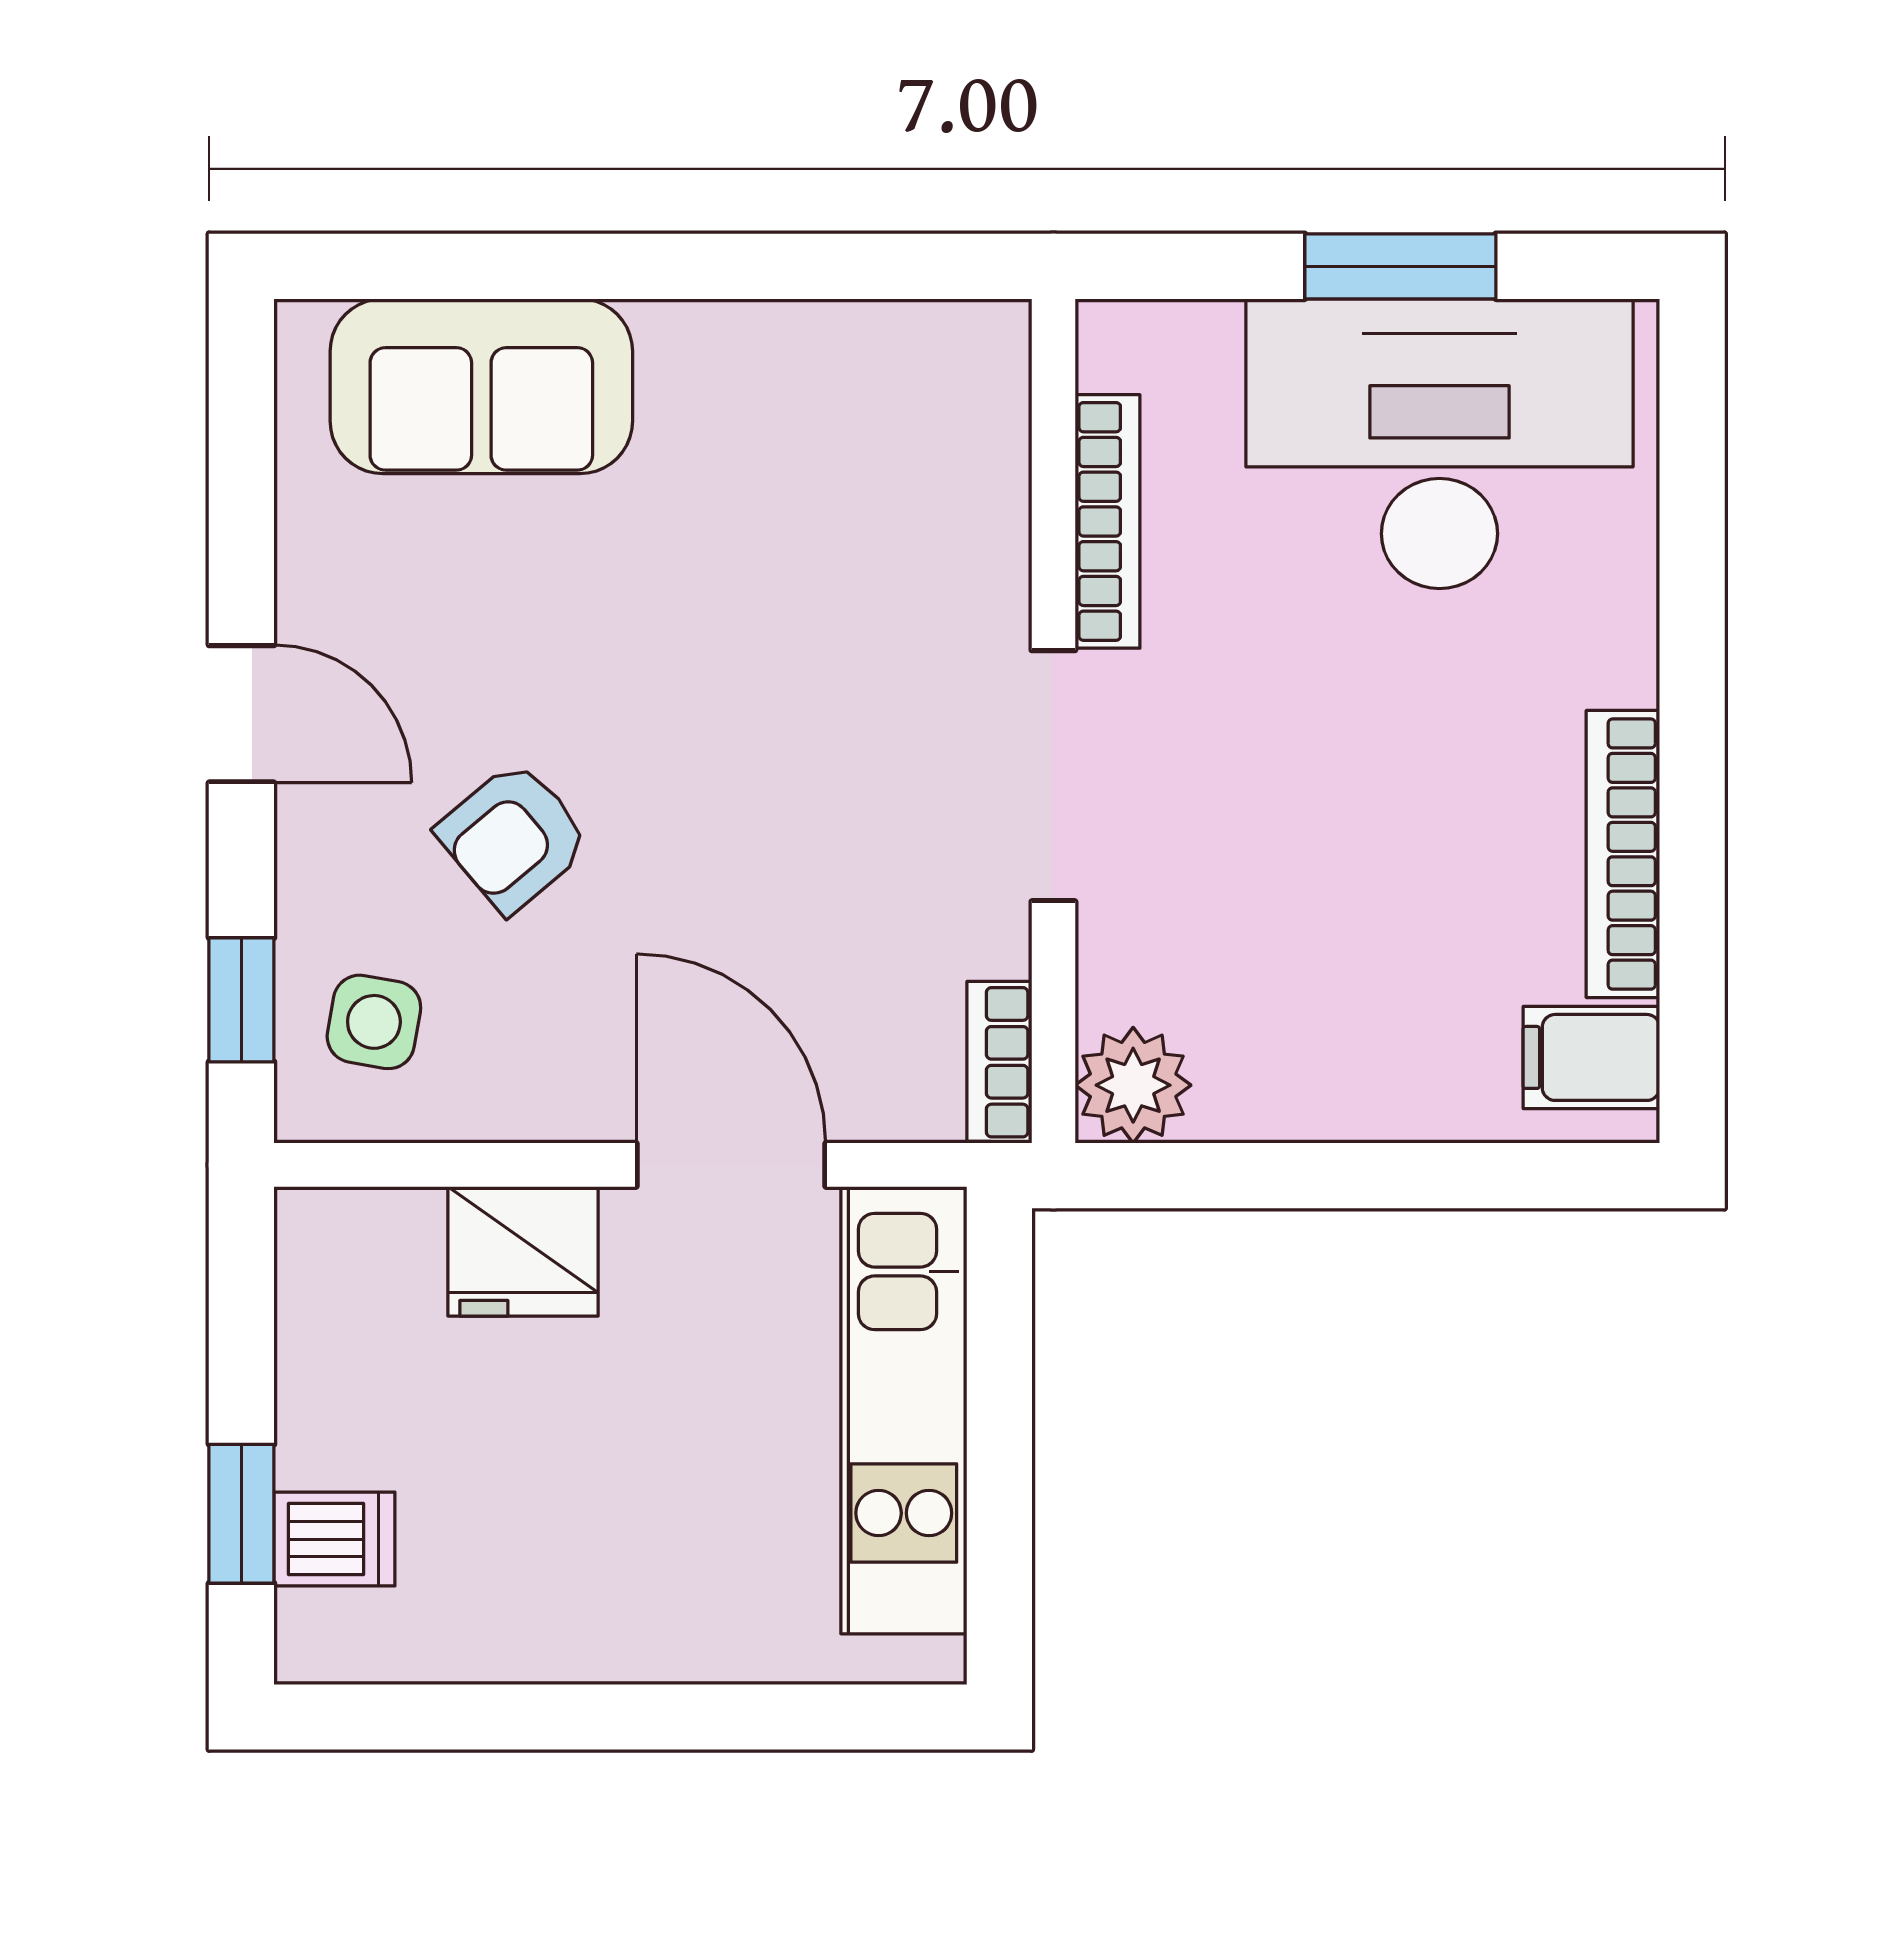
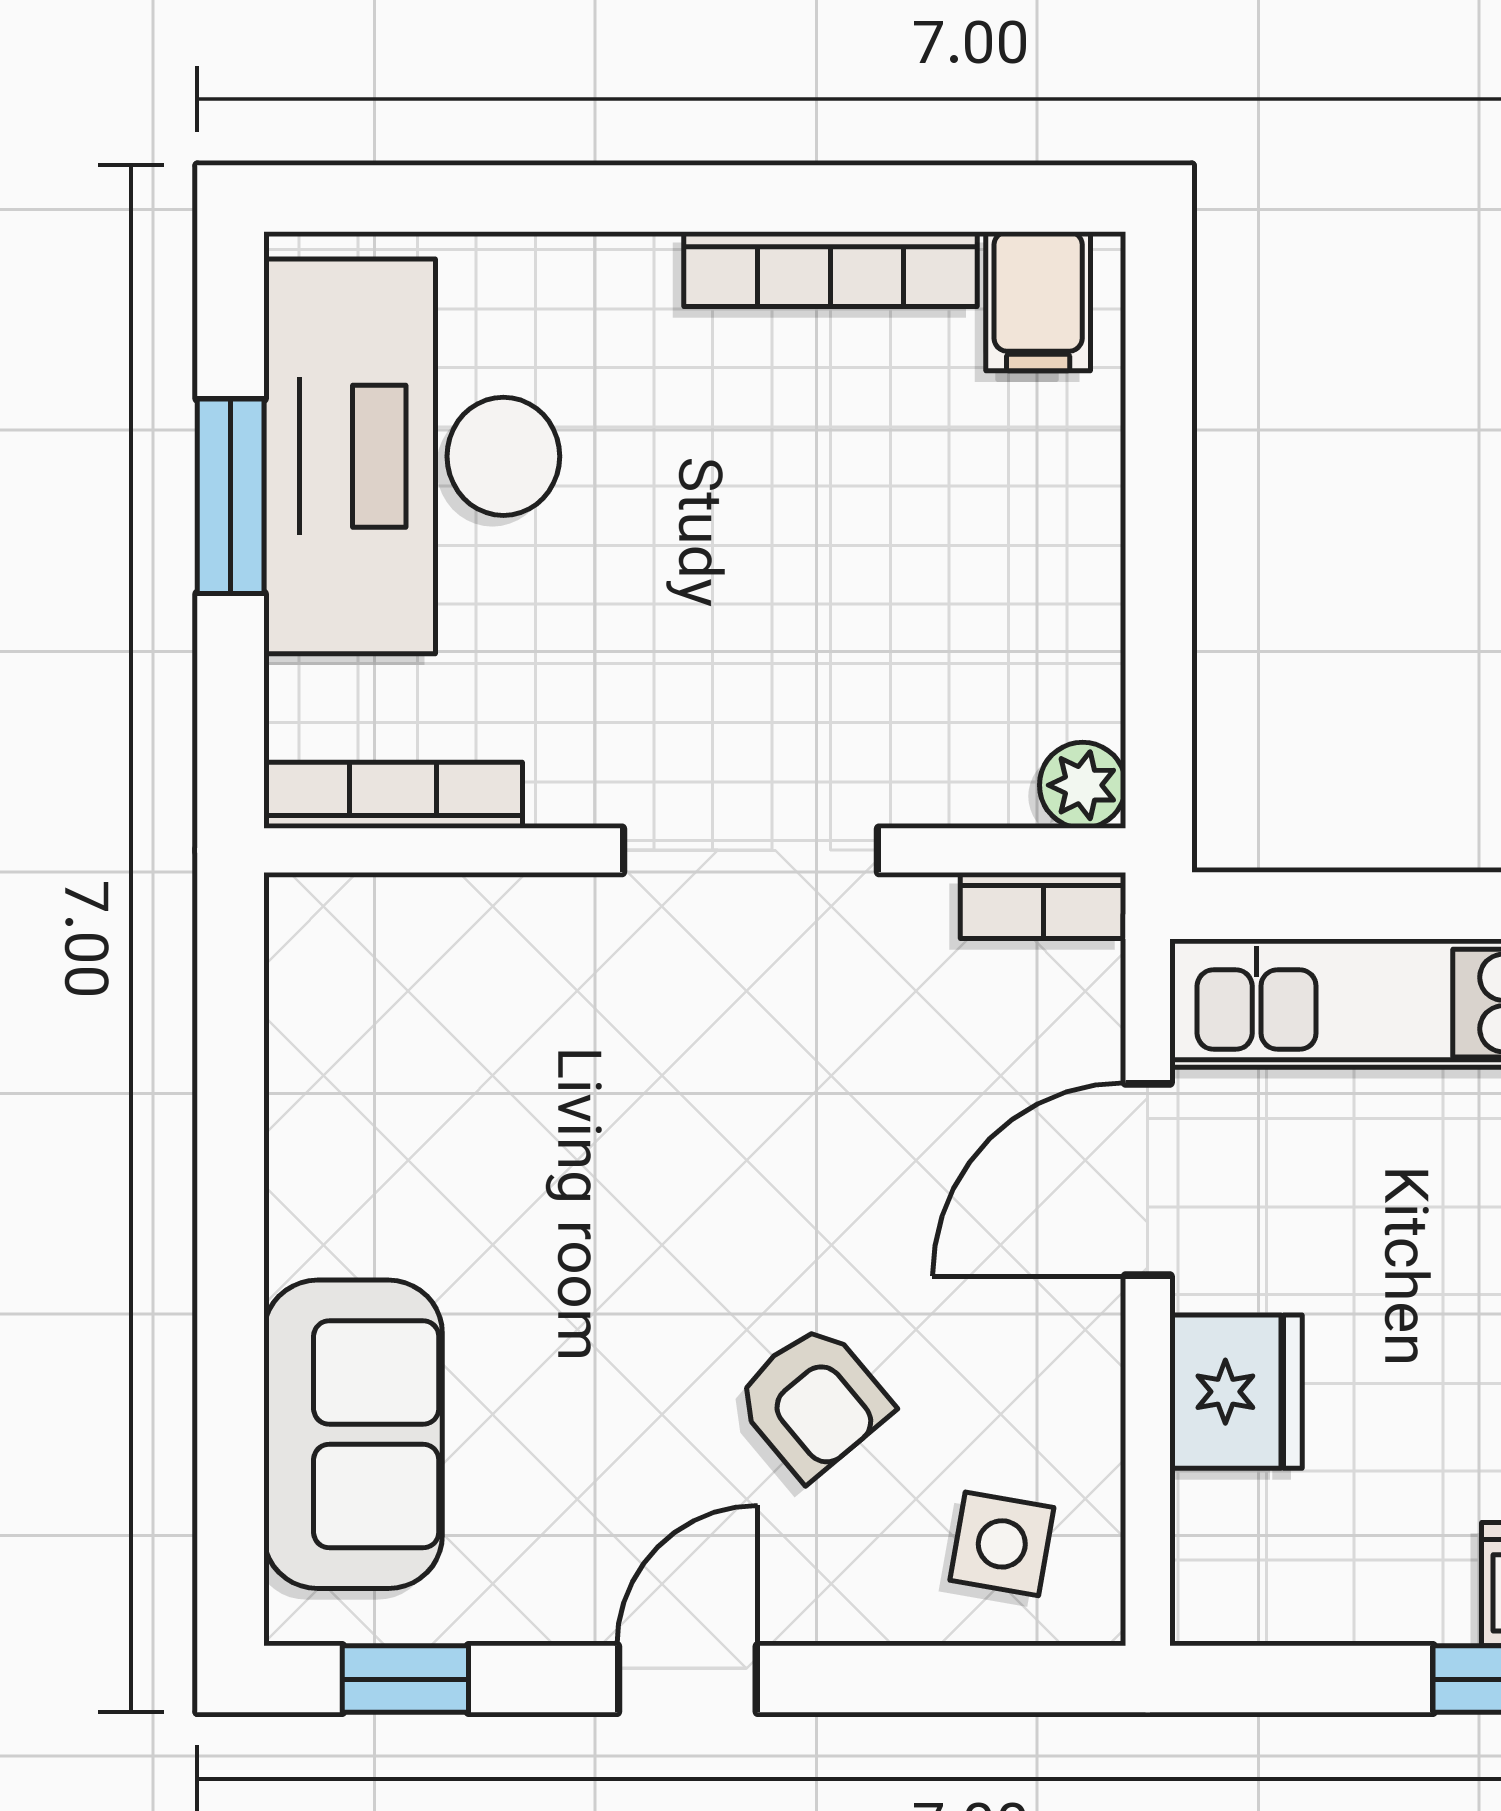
bookcase: (1108, 521) -> (393, 795), moved
window: (241, 1000) -> (405, 1679), moved
plant: (1133, 1085) -> (1083, 785), width x0.73, depth x0.73

